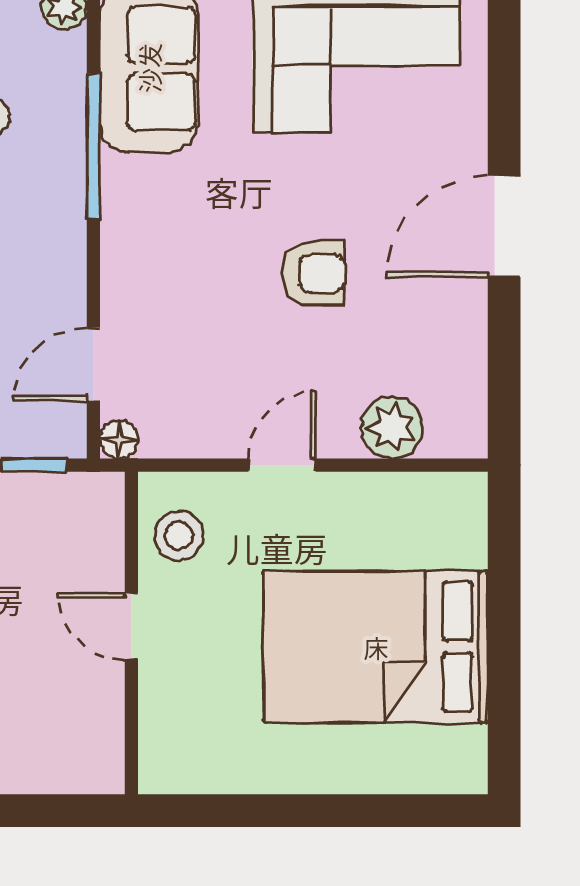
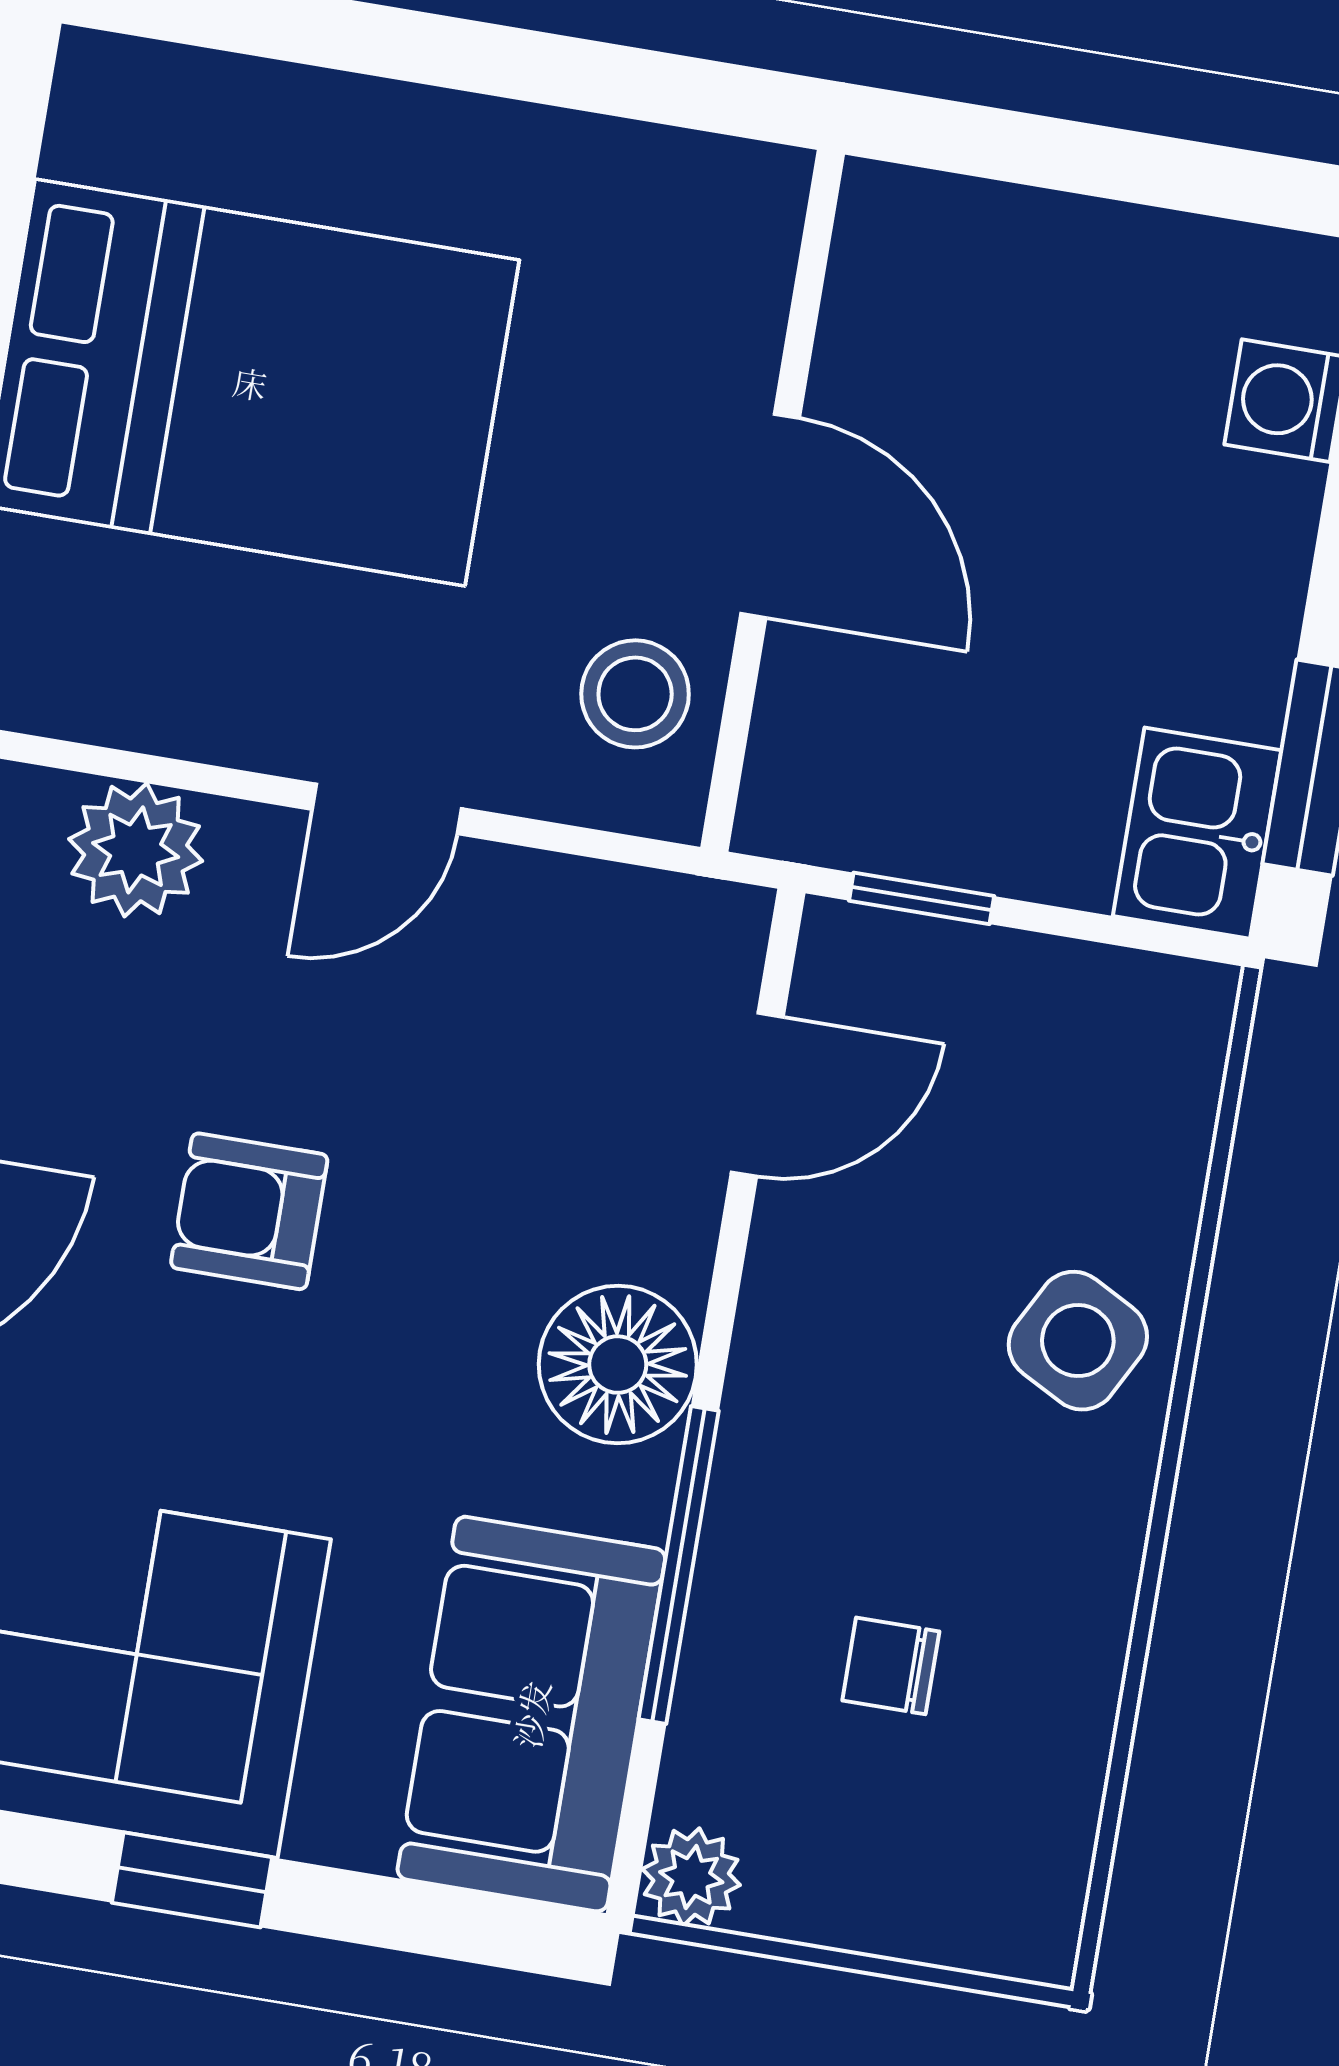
floor lamp: (119, 439) -> (618, 1365), moved, width x1.89, depth x1.89
door: (131, 626) -> (770, 516), width x1.38

